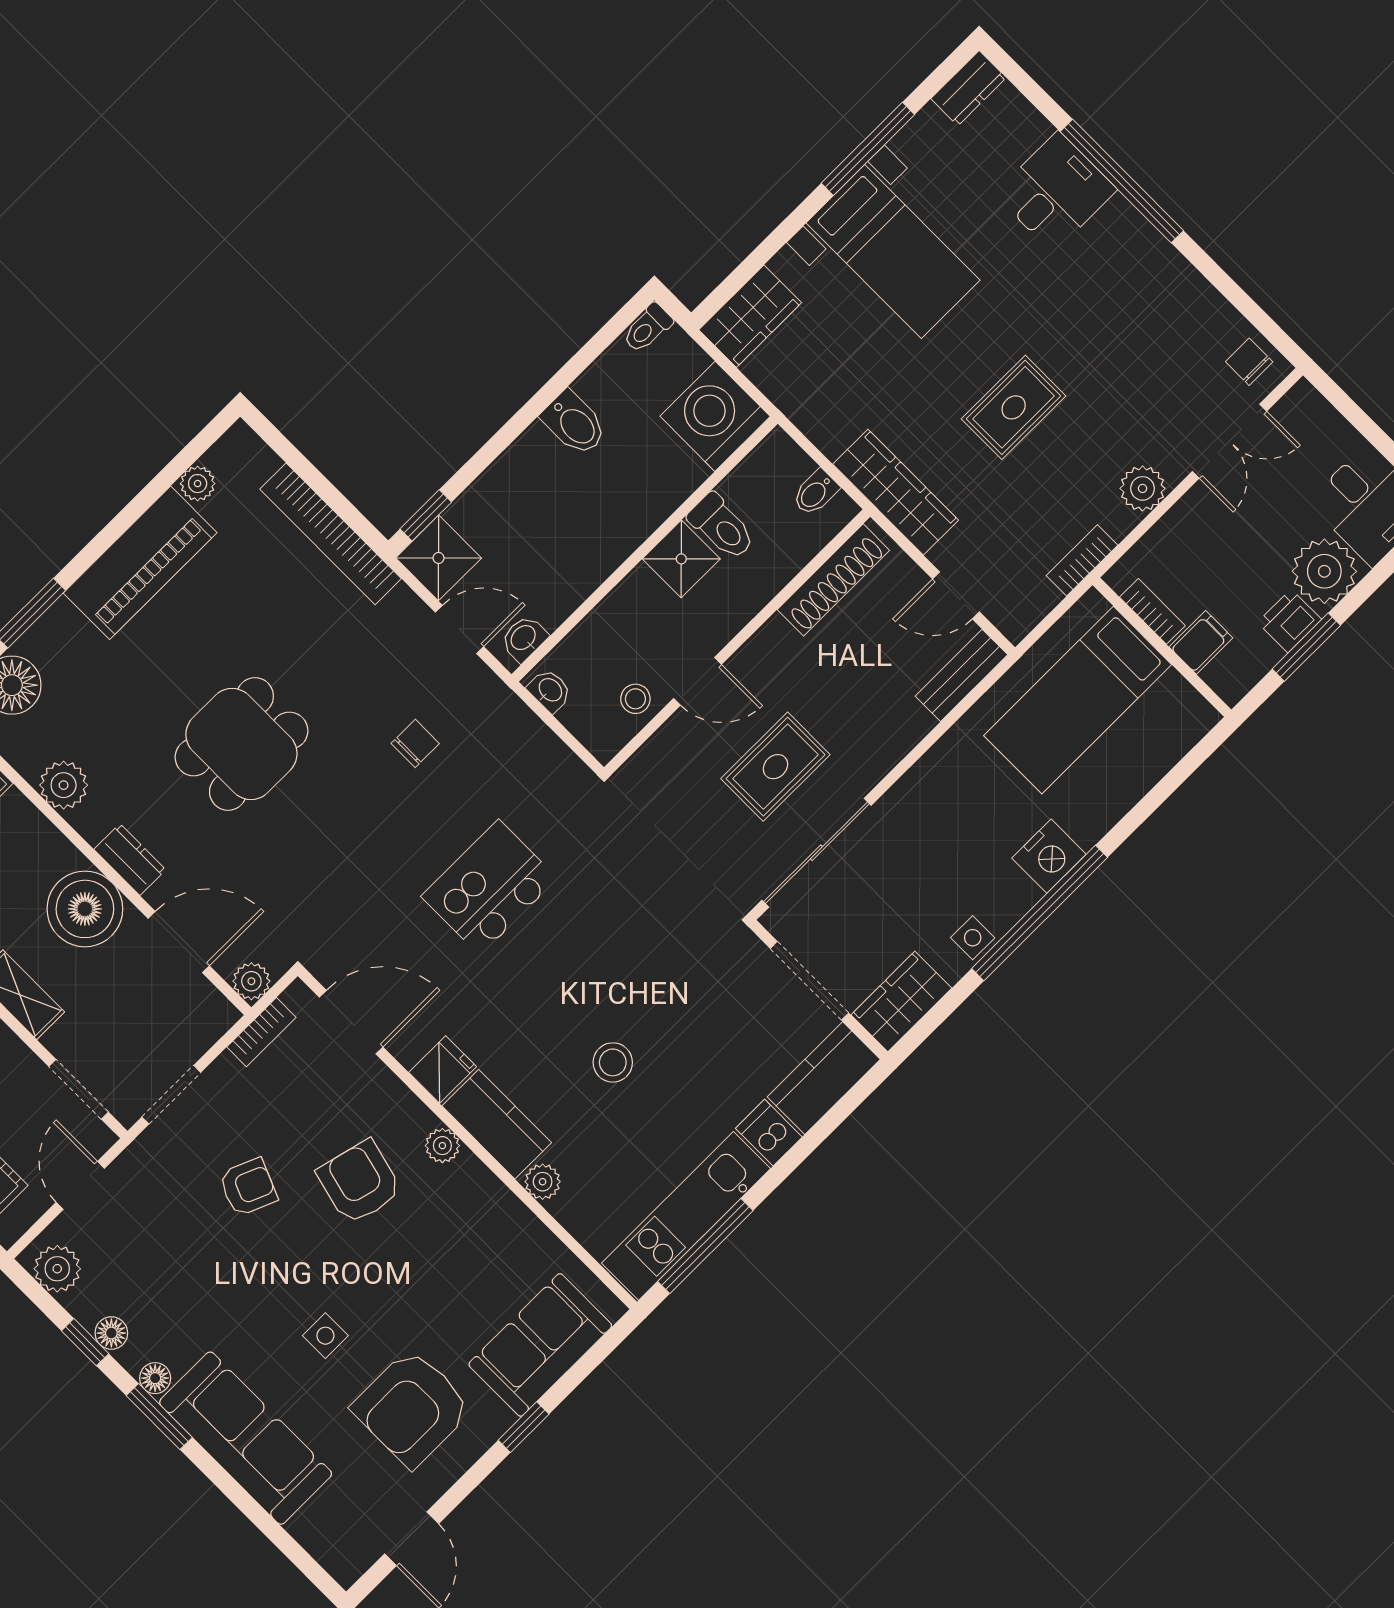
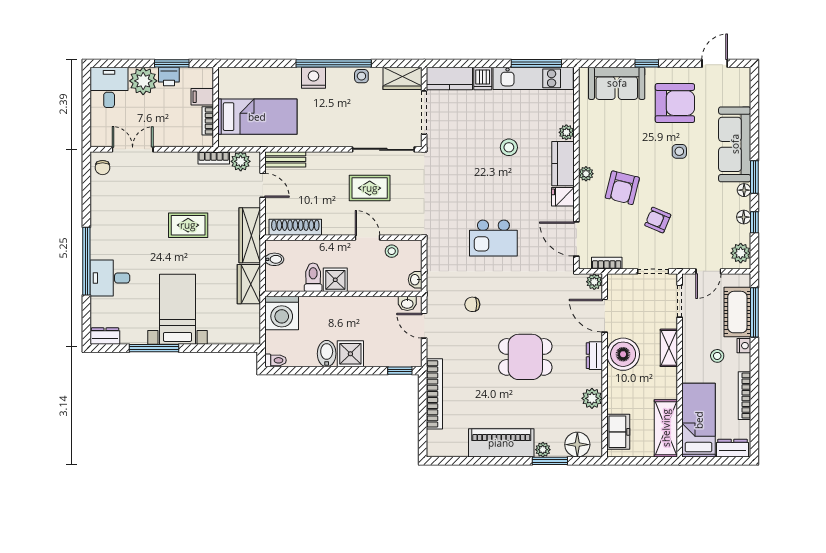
wardrobe: (750, 316) -> (249, 284), moved, turned -90
plant: (198, 484) -> (543, 450), moved
plant: (1143, 488) -> (241, 161), moved
shower: (439, 558) -> (350, 354), moved

